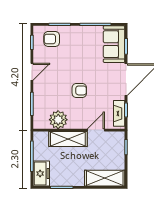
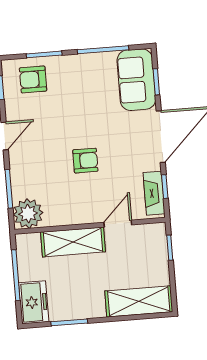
plant: (58, 120) -> (28, 214), moved

